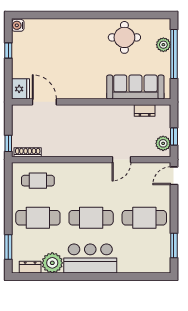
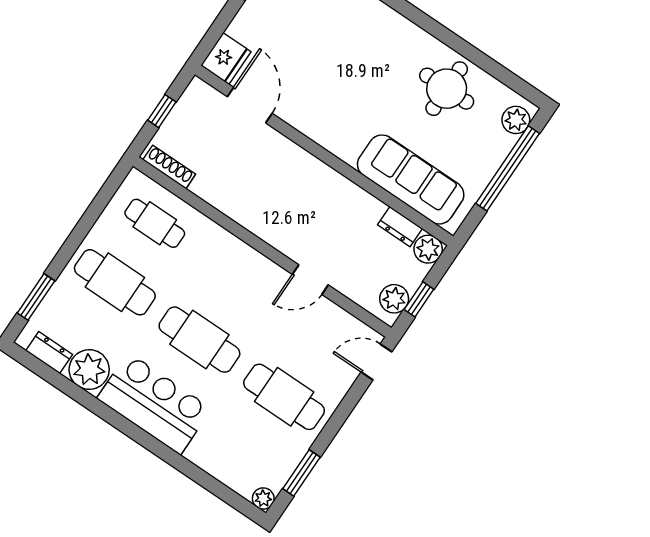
plant: (163, 45) -> (516, 120), moved
plant: (163, 112) -> (428, 249), added
window: (8, 143) -> (162, 111), moved
plant: (165, 268) -> (263, 498), added

